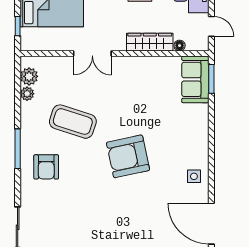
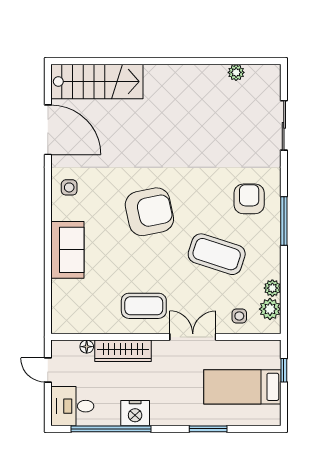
side table: (54, 71) -> (239, 316), added
coffee table: (133, 79) -> (144, 306), added
sofa: (195, 79) -> (67, 250), moved
window: (211, 79) -> (48, 306), removed

